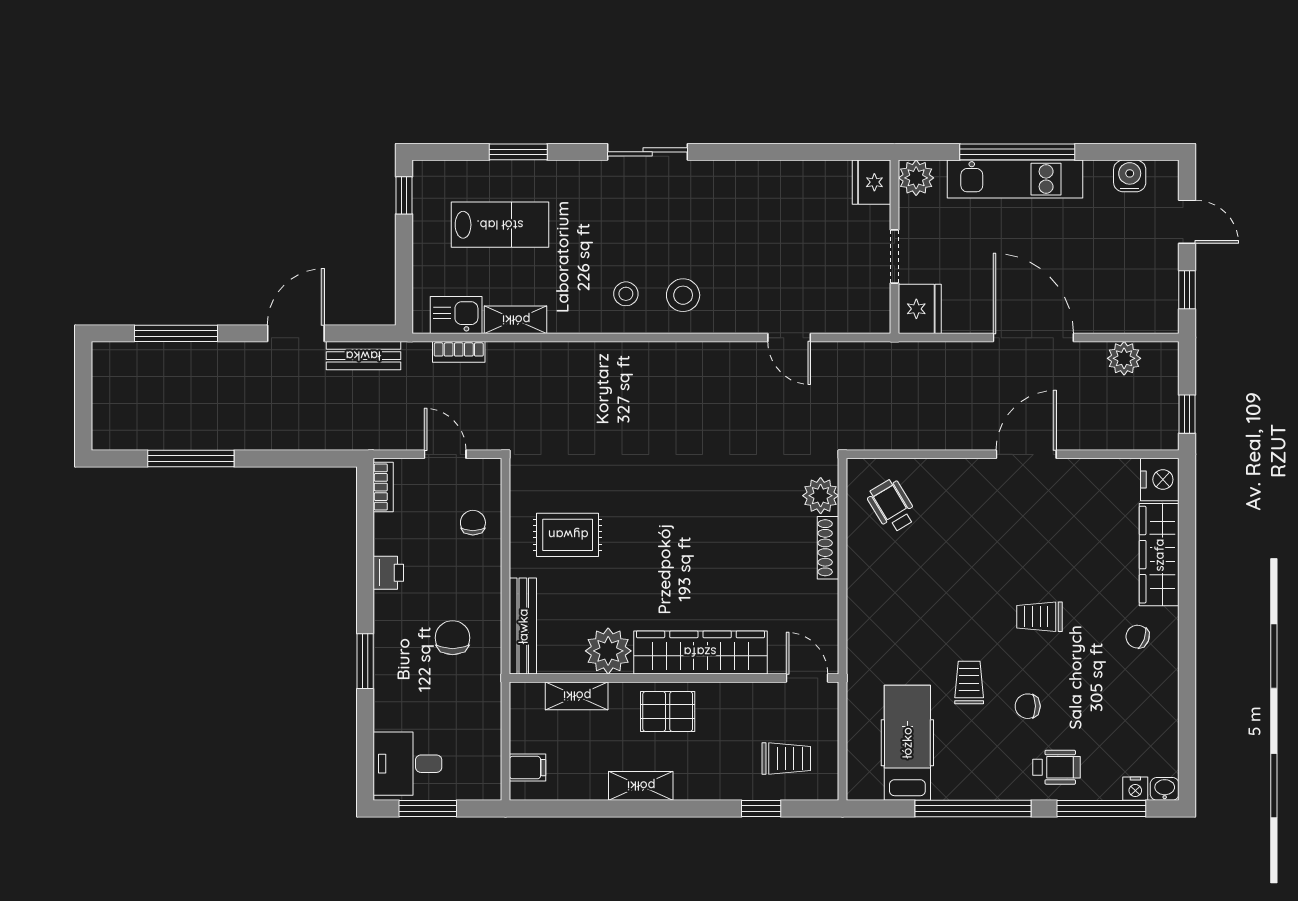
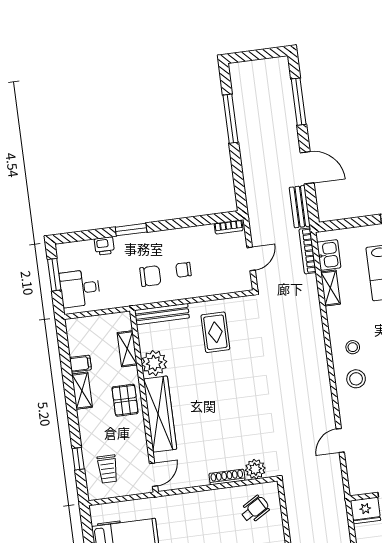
bookcase: (459, 352) -> (308, 251), width x1.56
chair: (473, 523) -> (184, 270), moved, turned 180
printer: (388, 573) -> (104, 246), moved
desk: (407, 764) -> (80, 288), moved, turned -90
filing cabinet: (527, 768) -> (81, 364), moved, turned -90

